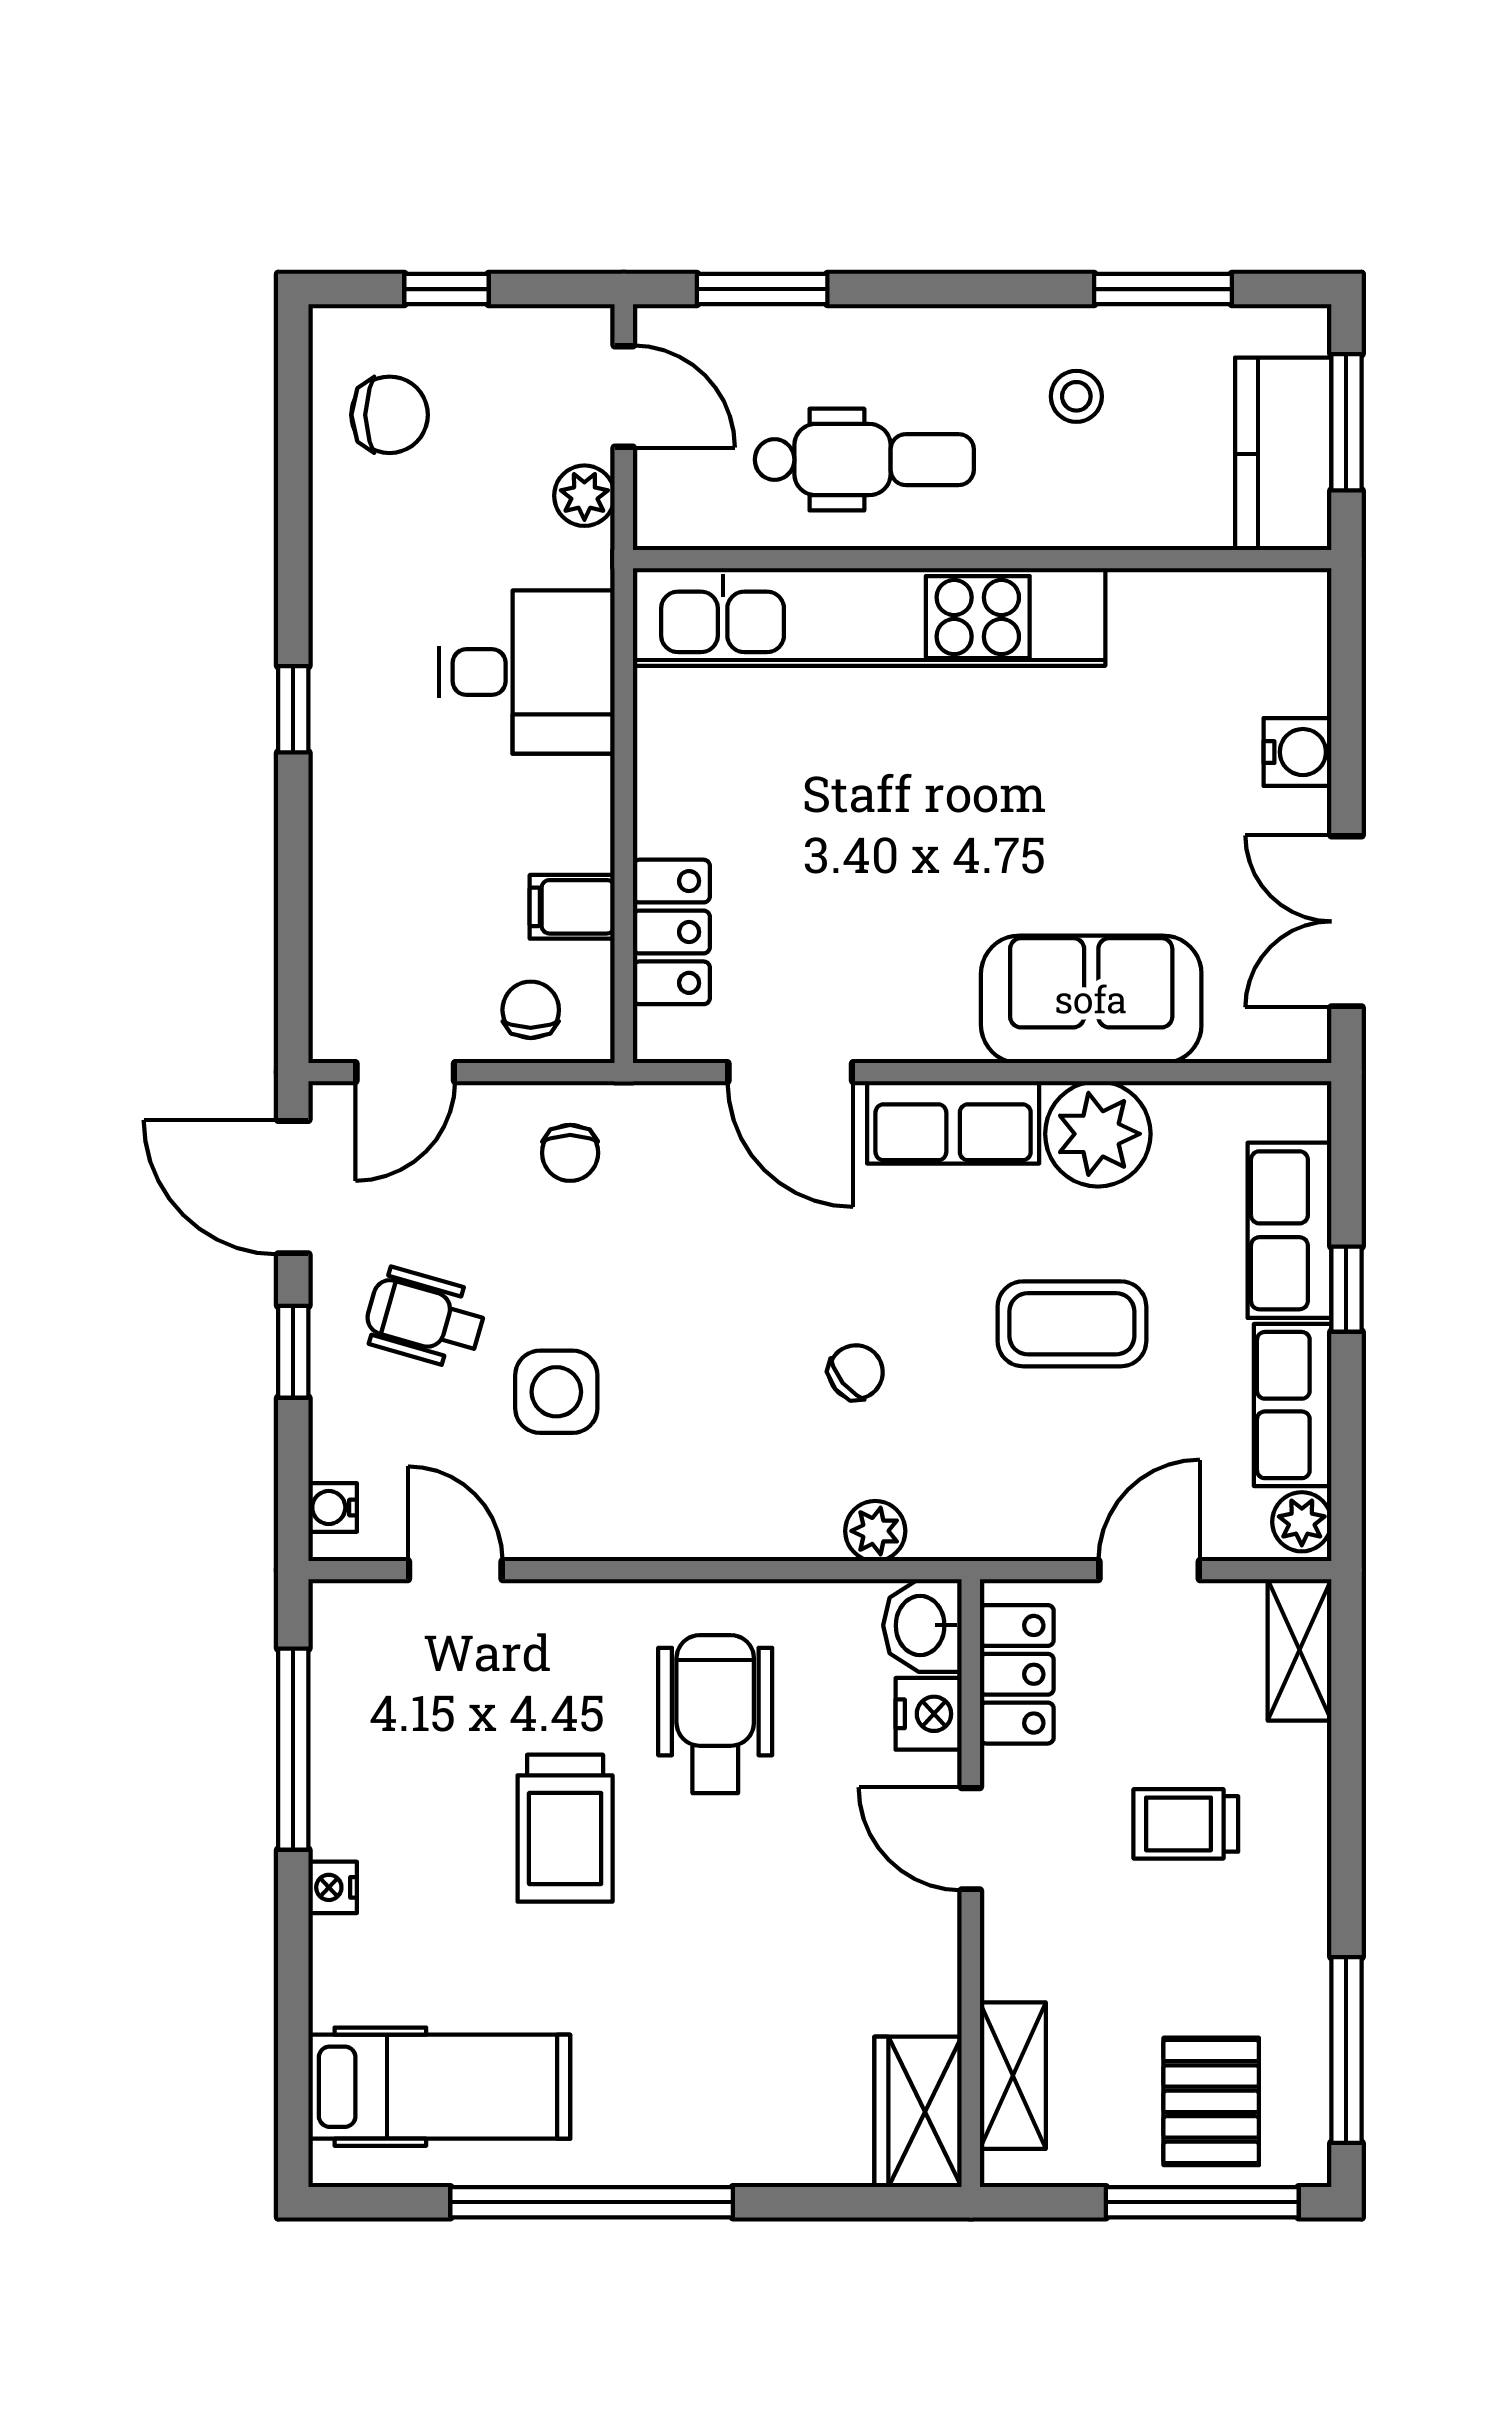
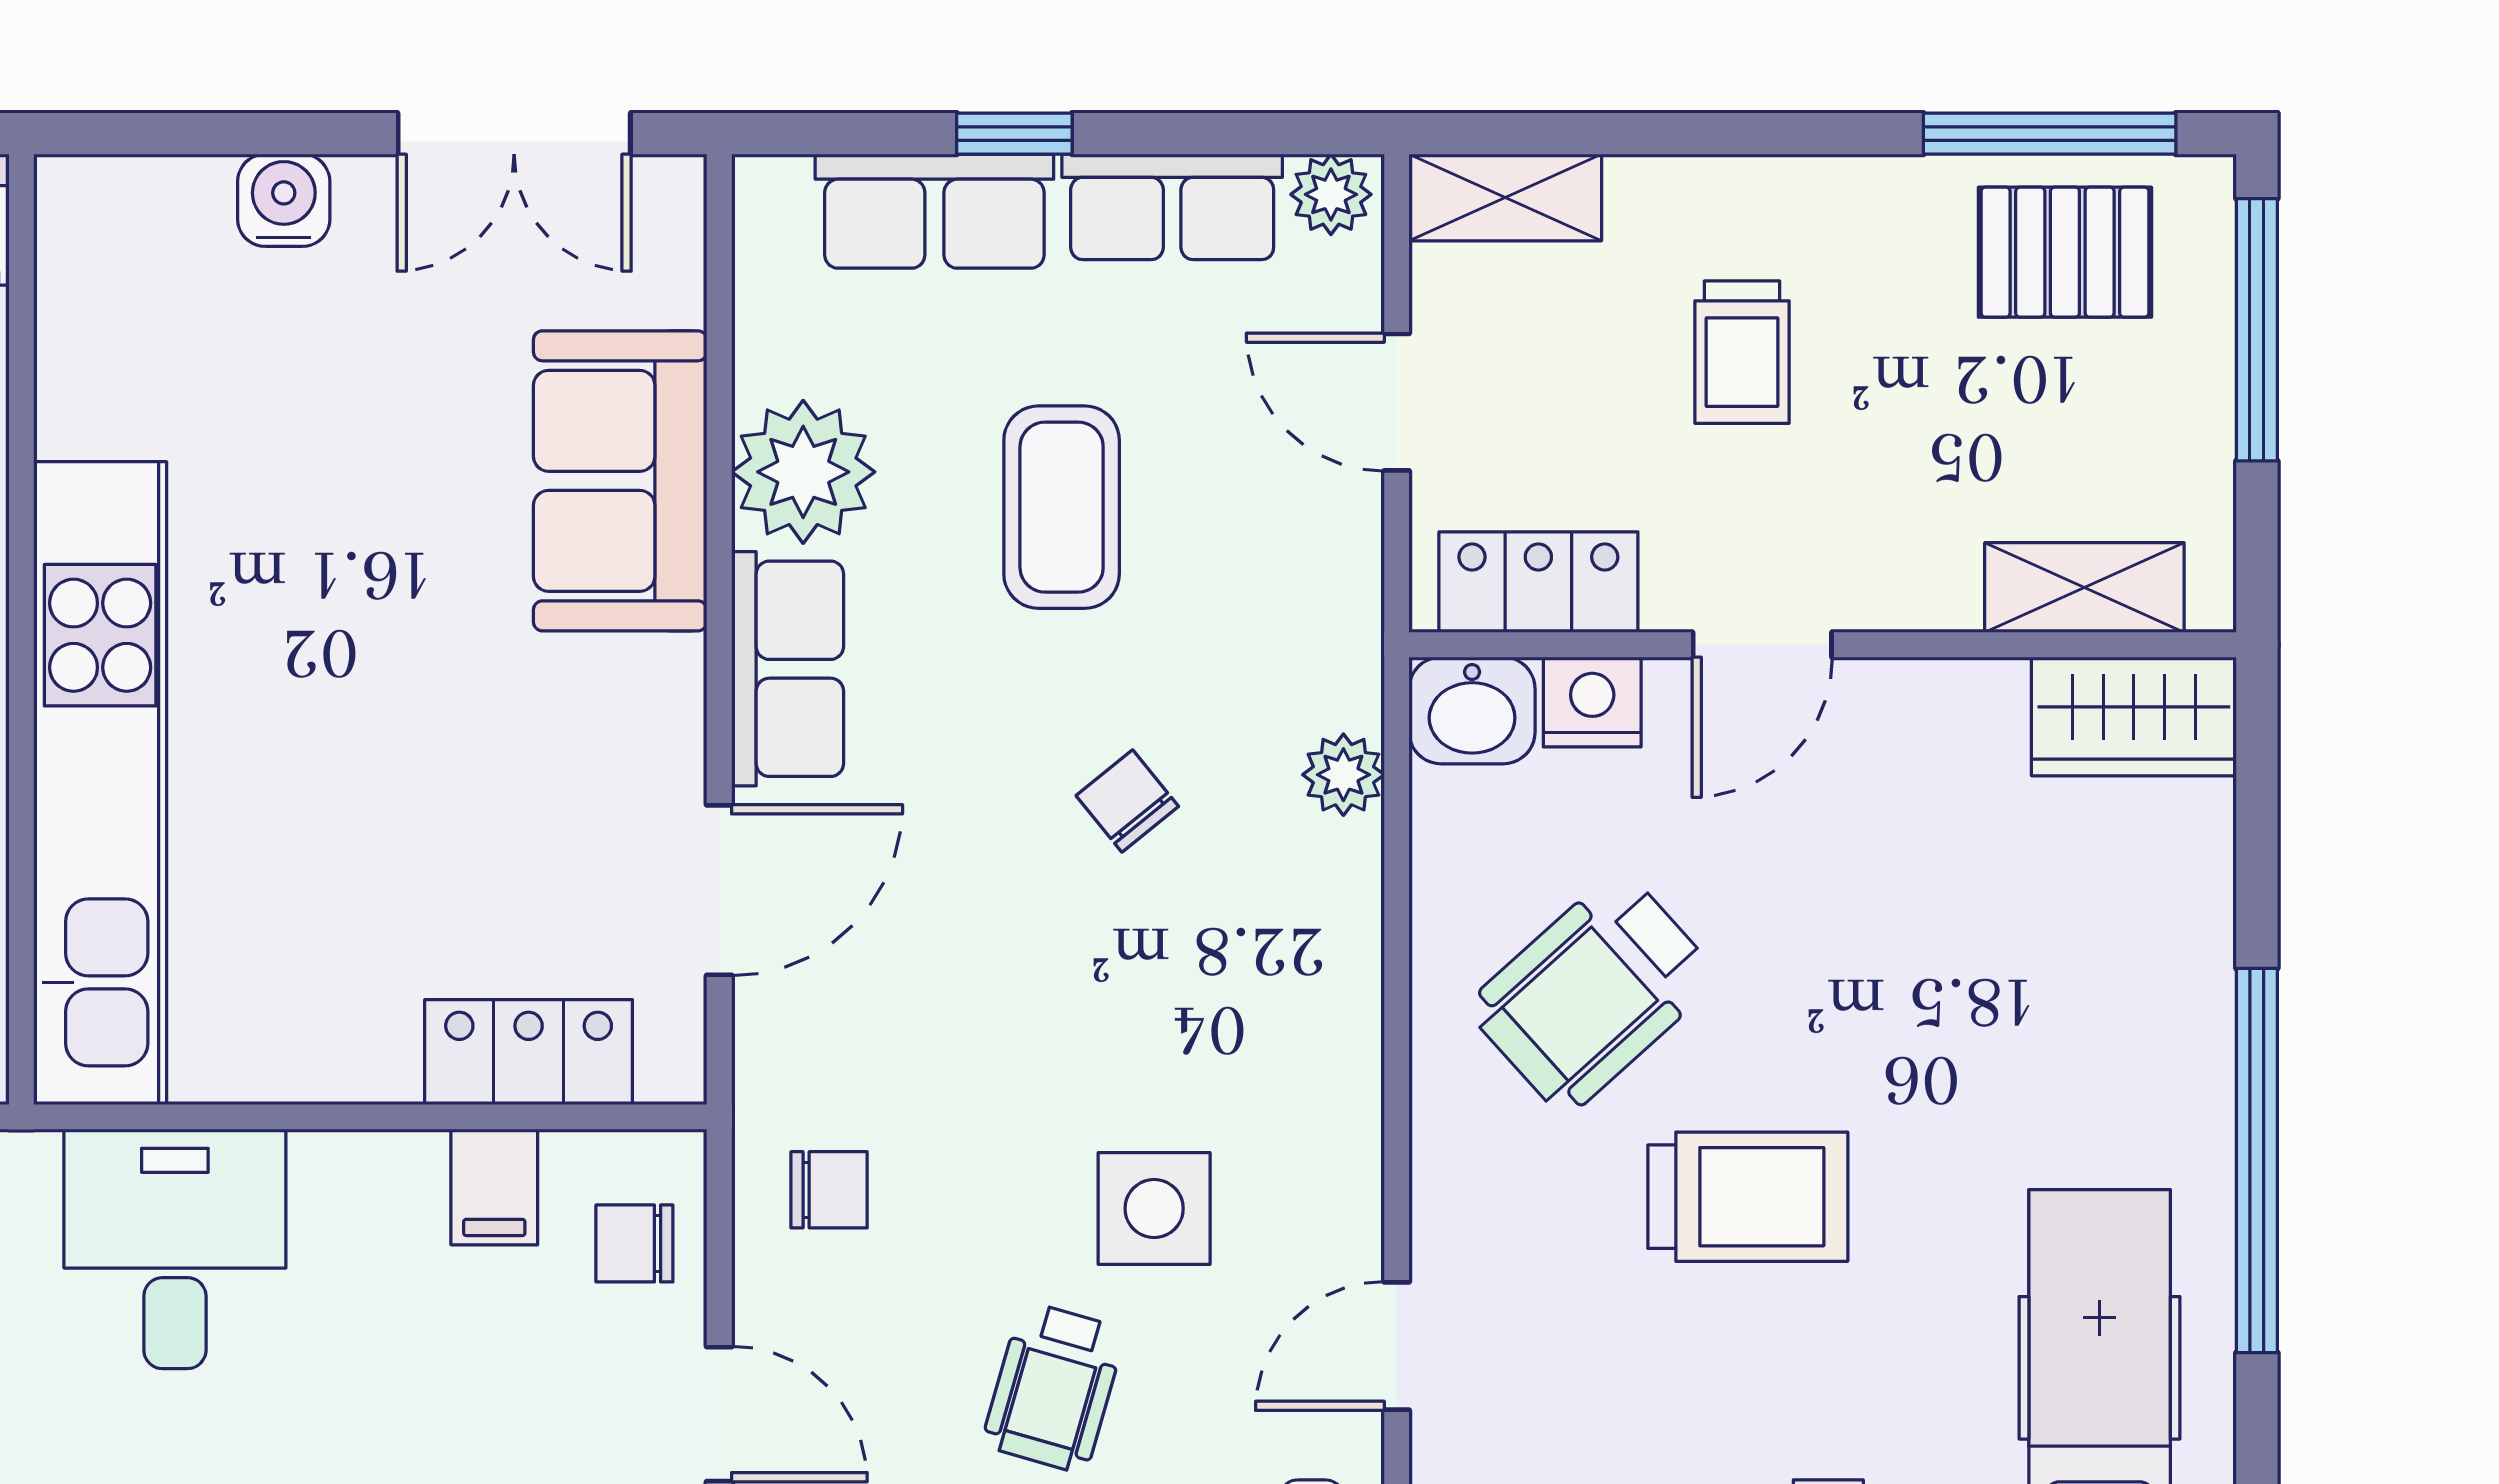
wheelchair: (715, 1714) -> (1593, 992), turned -42
pallet: (1211, 2101) -> (2065, 252), moved

